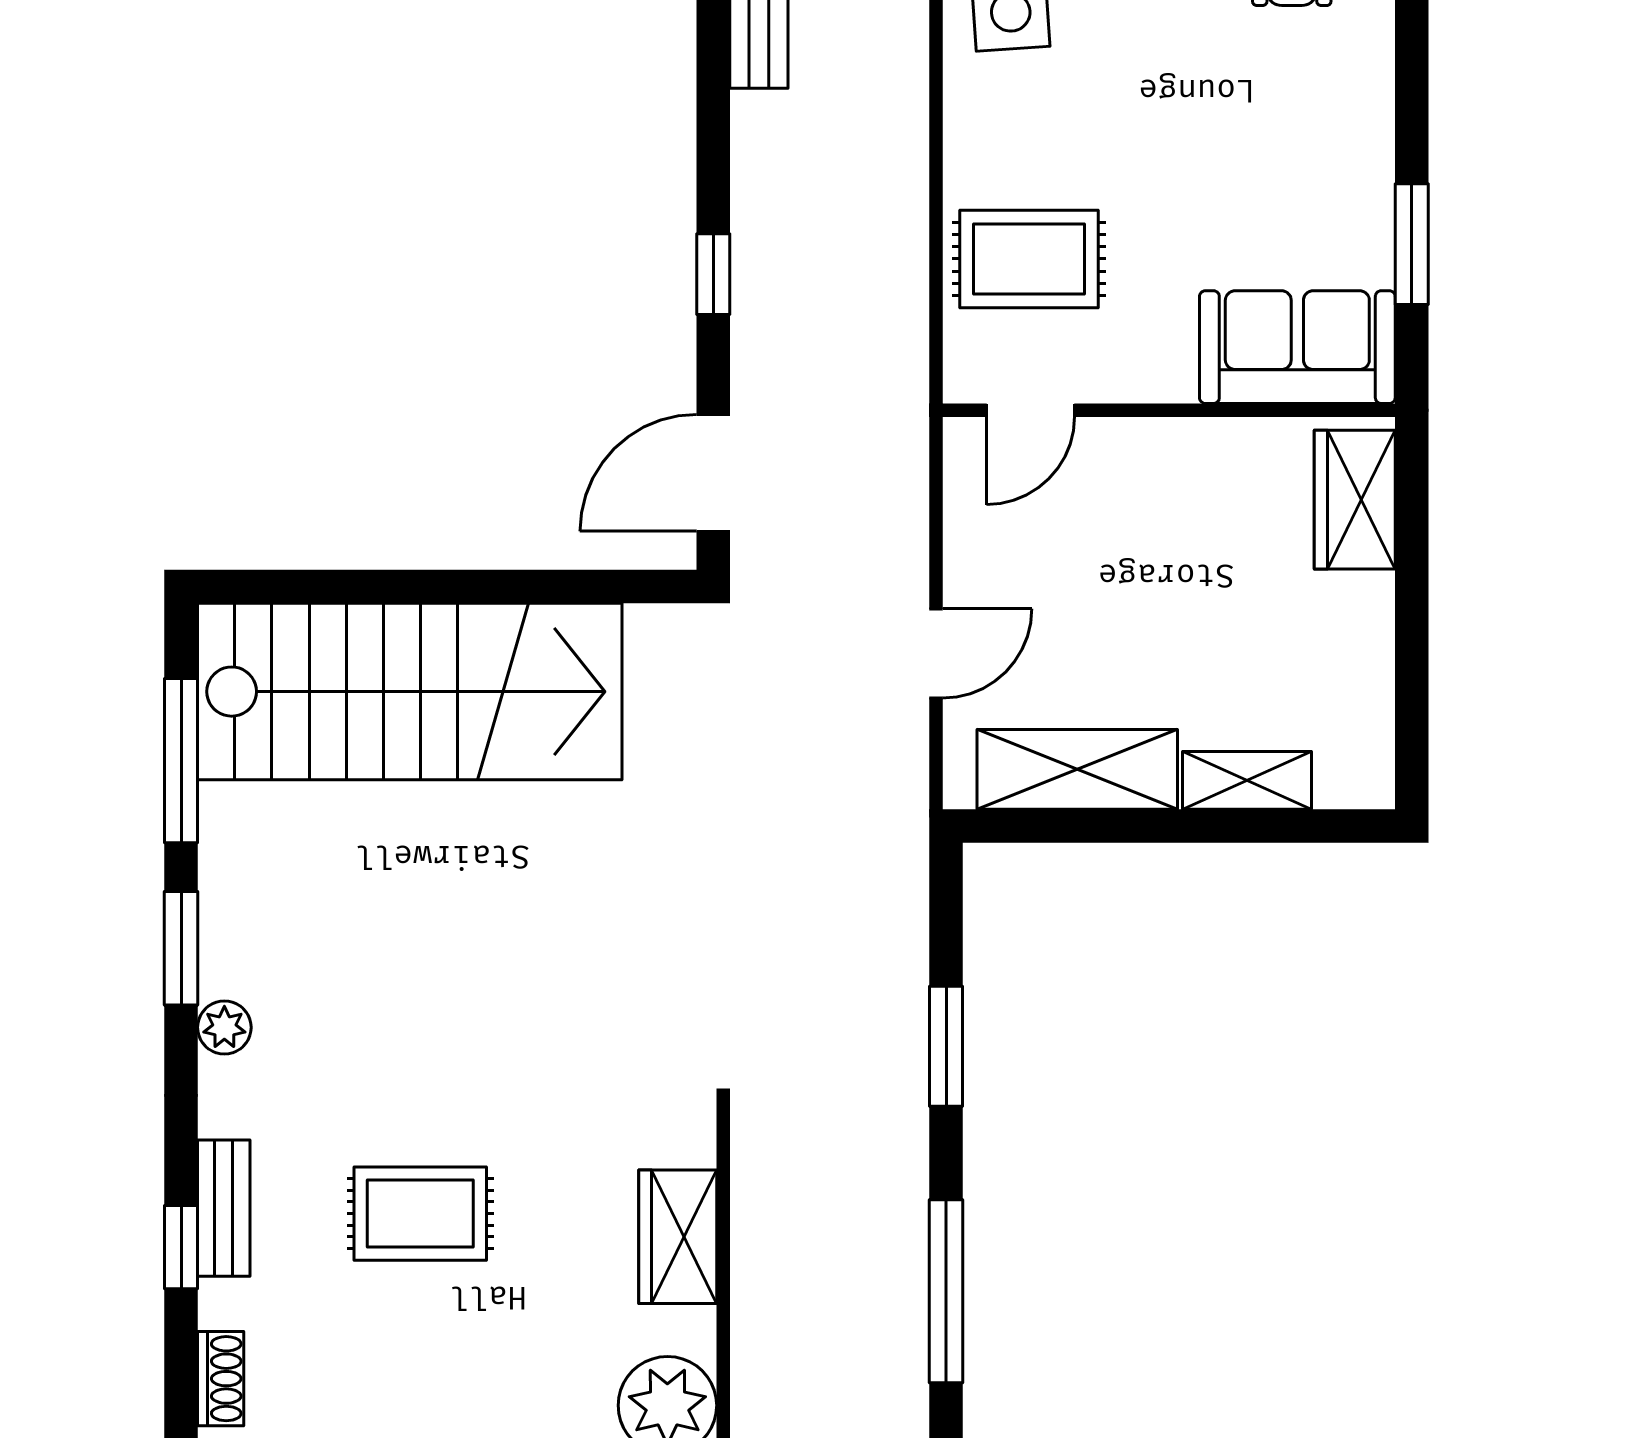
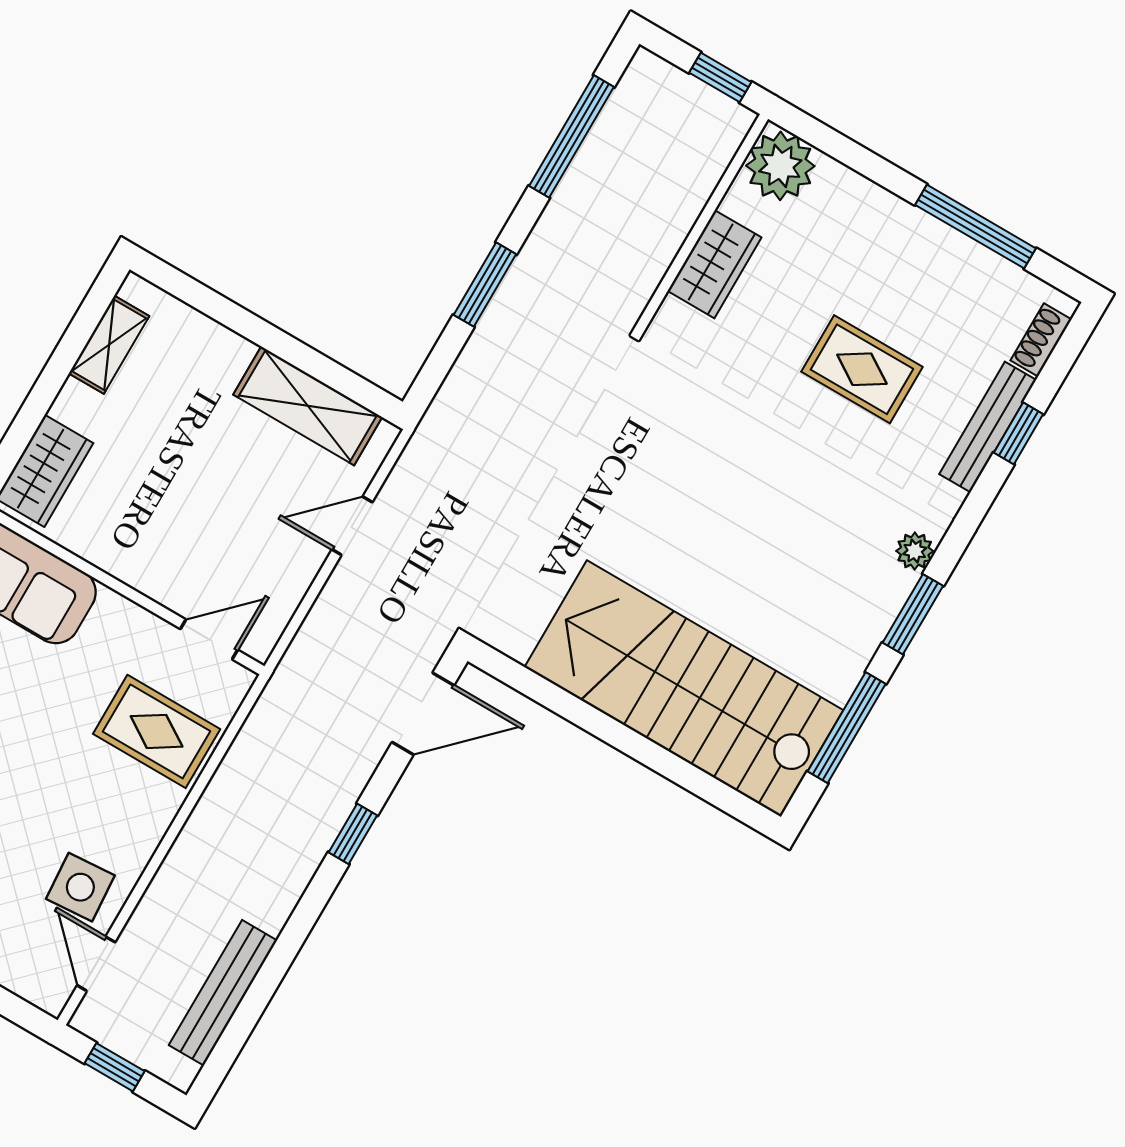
shelving: (1247, 780) -> (109, 345), moved, turned 90
bench: (224, 1208) -> (988, 427), width x1.36

